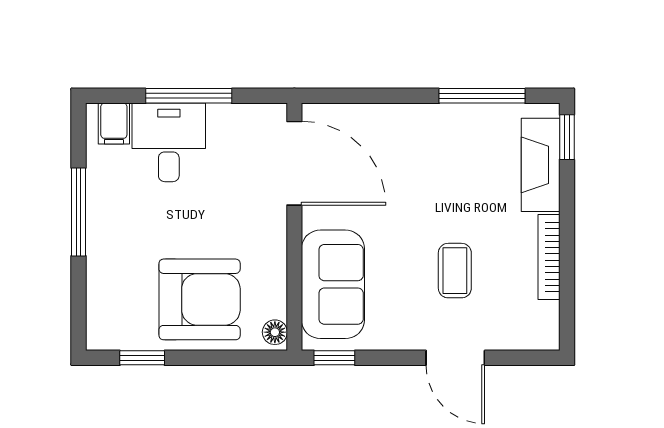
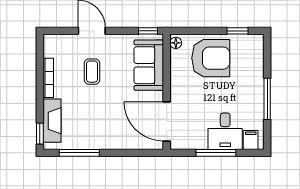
armchair: (200, 299) -> (211, 58), turned 180

